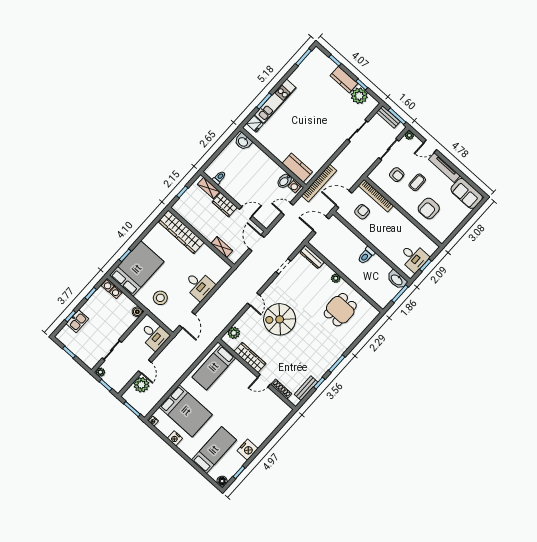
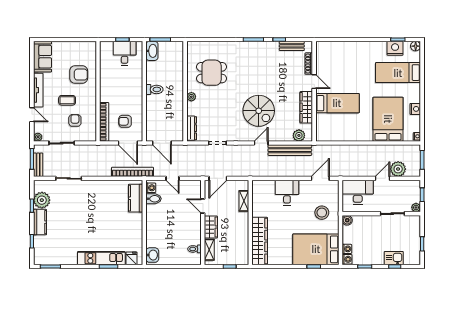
bench: (229, 316) -> (290, 150), added
desk: (154, 336) -> (358, 192), width x1.37
bed: (214, 367) -> (337, 103), moved
nightstand: (247, 450) -> (395, 48), moved

